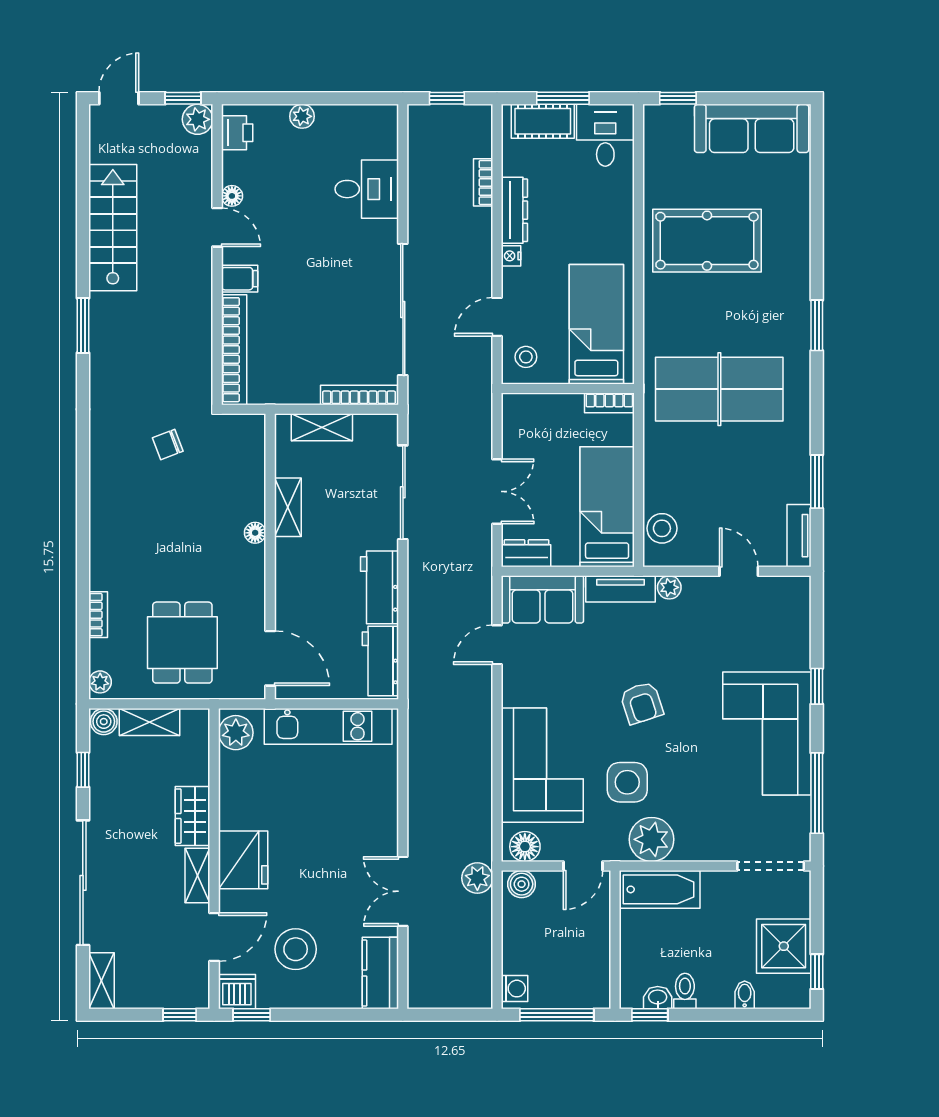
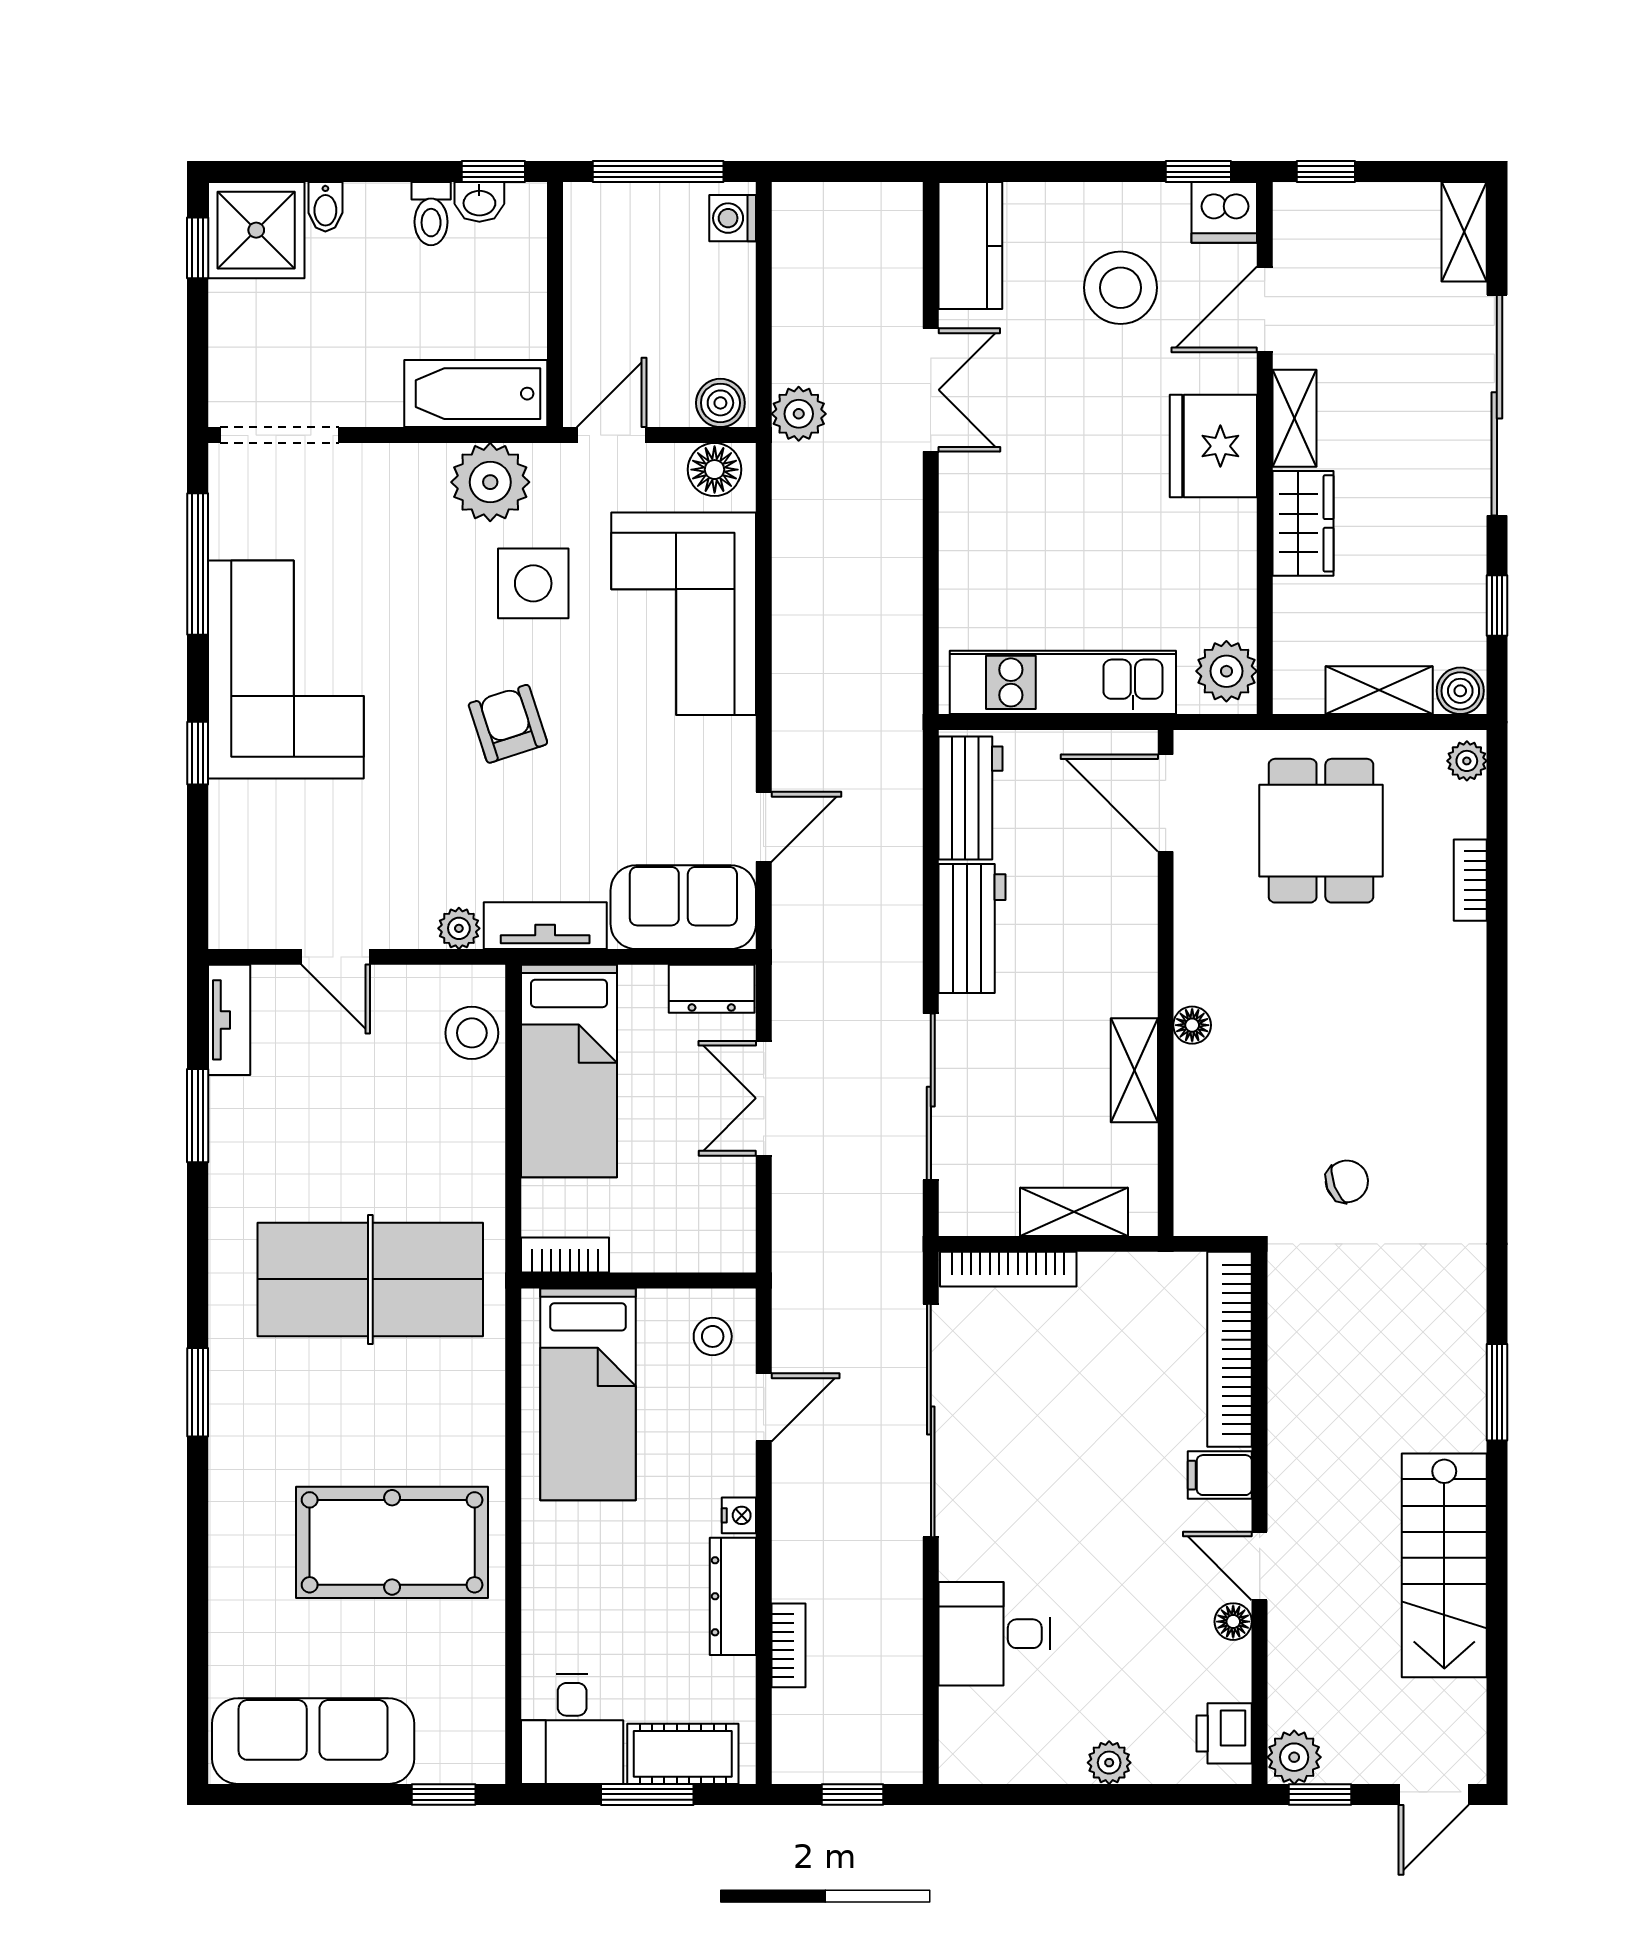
shower: (784, 946) -> (256, 230), moved

